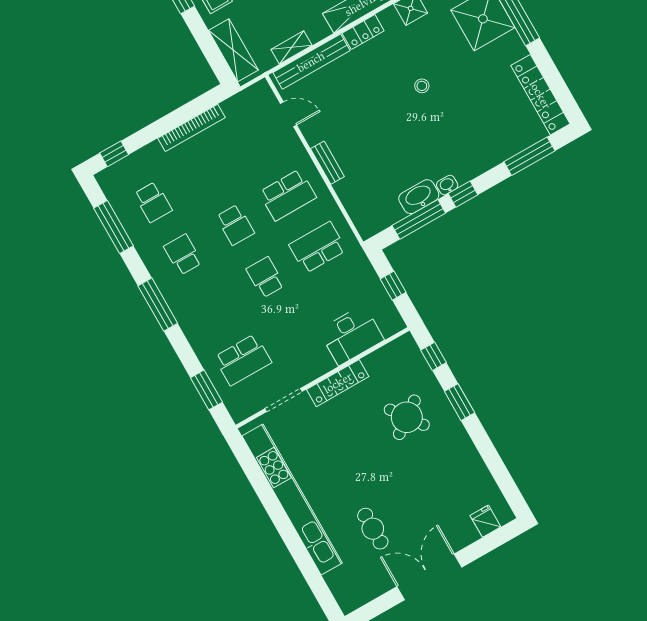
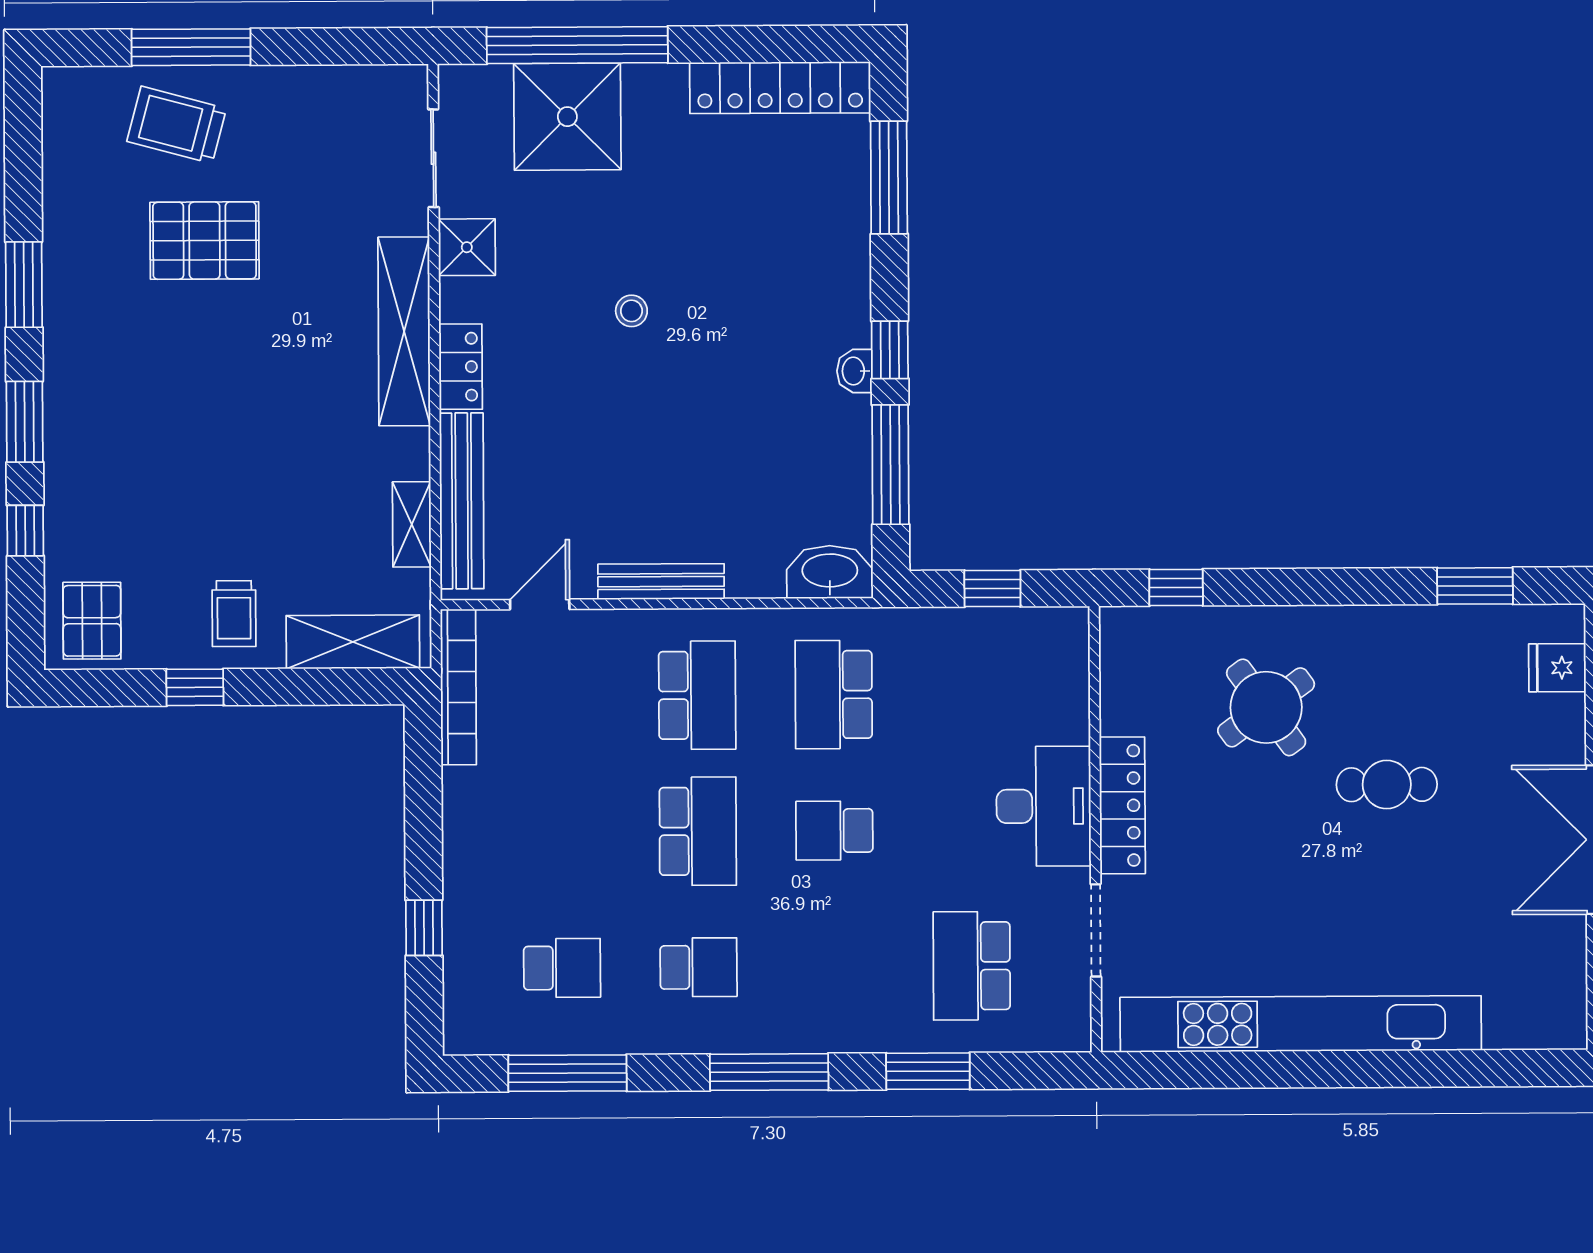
bookcase: (192, 128) -> (458, 687), moved
window: (114, 154) -> (424, 928), moved
bench: (327, 163) -> (661, 582), width x1.36
washbasin: (419, 197) -> (830, 572), moved, turned 90
school desk: (235, 225) -> (698, 831), width x1.85
school desk: (183, 255) -> (699, 967), turned 180
desk: (351, 335) -> (1044, 806), moved
school desk: (243, 360) -> (972, 966), turned 180
window: (206, 390) -> (928, 1071), moved
window: (460, 402) -> (1475, 586), moved
cafe table: (373, 529) -> (1387, 785), moved

